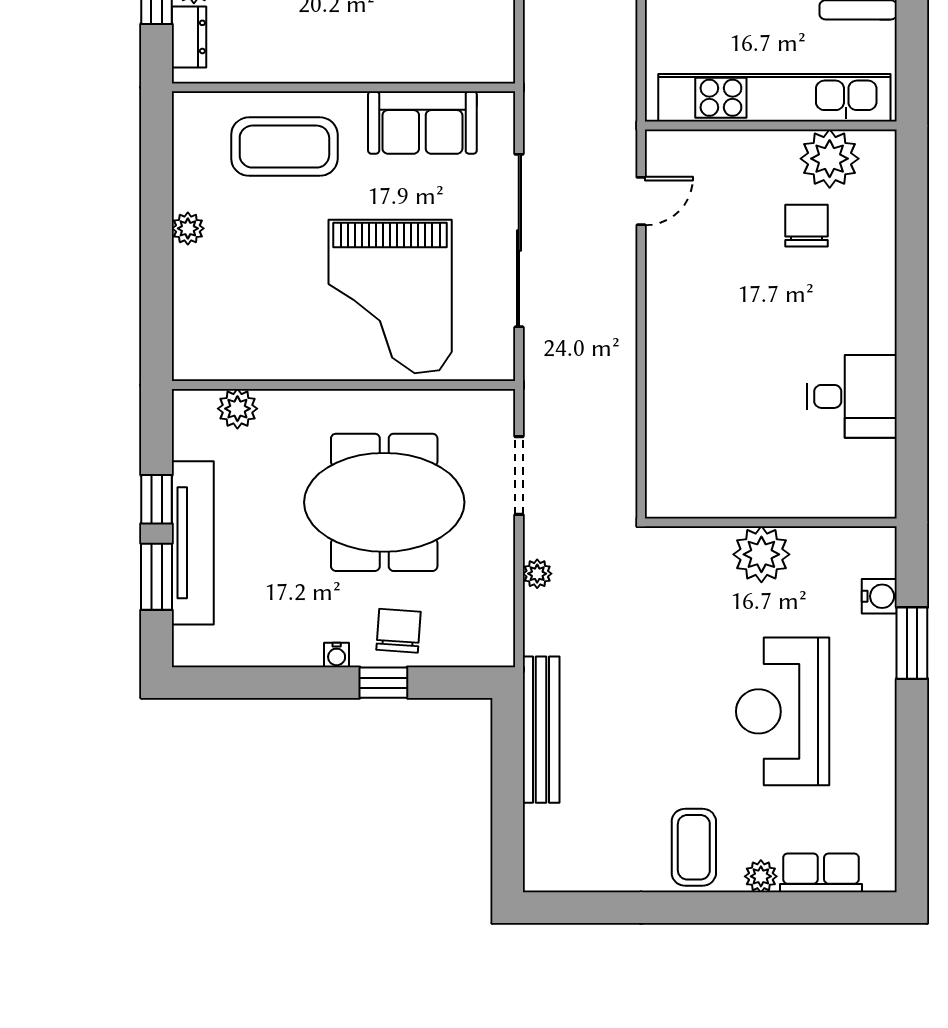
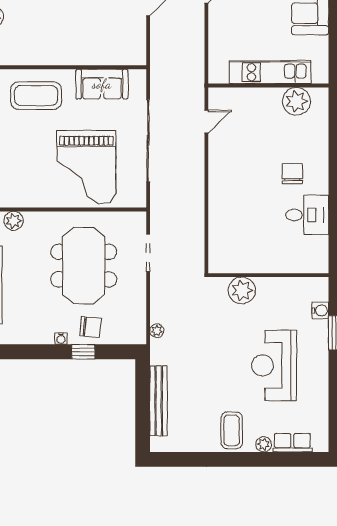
kitchen unit: (774, 98) -> (270, 72), width x0.73
chair: (806, 226) -> (292, 174), moved
meeting table: (384, 502) -> (84, 266), turned 90
plant: (761, 554) -> (242, 290), moved
plant: (537, 574) -> (157, 331), moved
chair: (399, 631) -> (91, 327), turned 91
bench: (541, 730) -> (159, 401), moved

